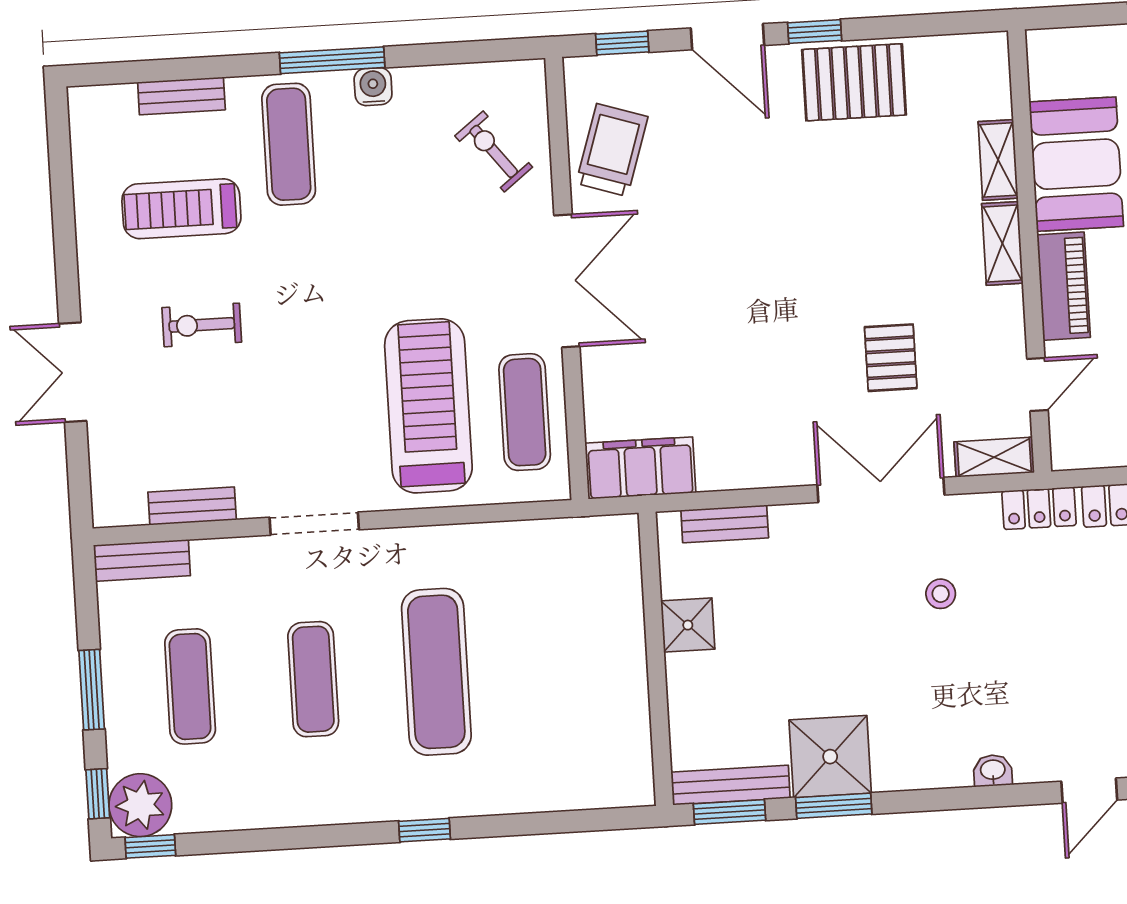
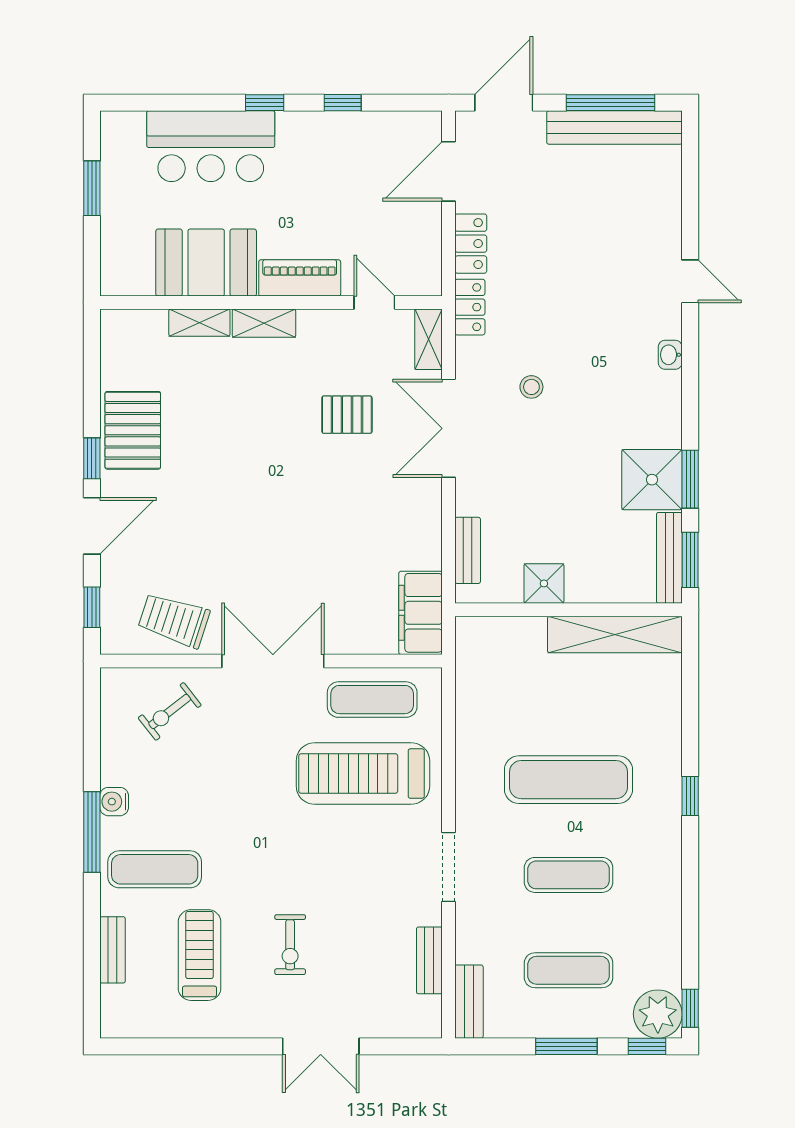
treadmill: (181, 209) -> (200, 955), turned 180
shelving: (627, 721) -> (615, 634), added

